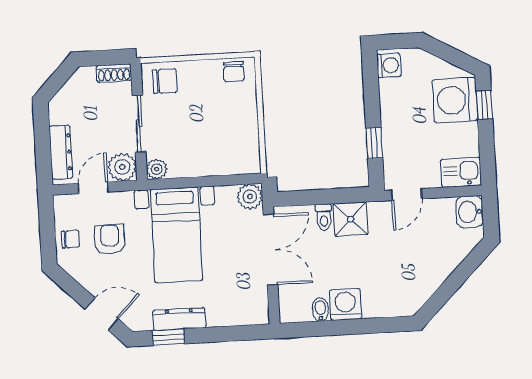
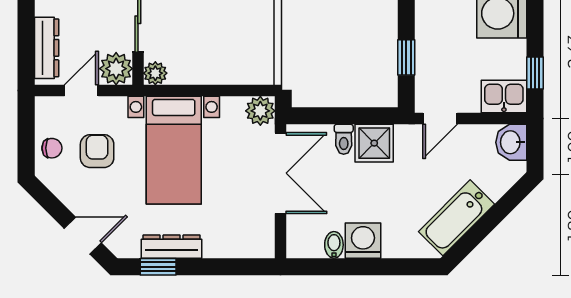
window: (484, 105) -> (535, 73), moved
bathtub: (426, 280) -> (457, 218), added

